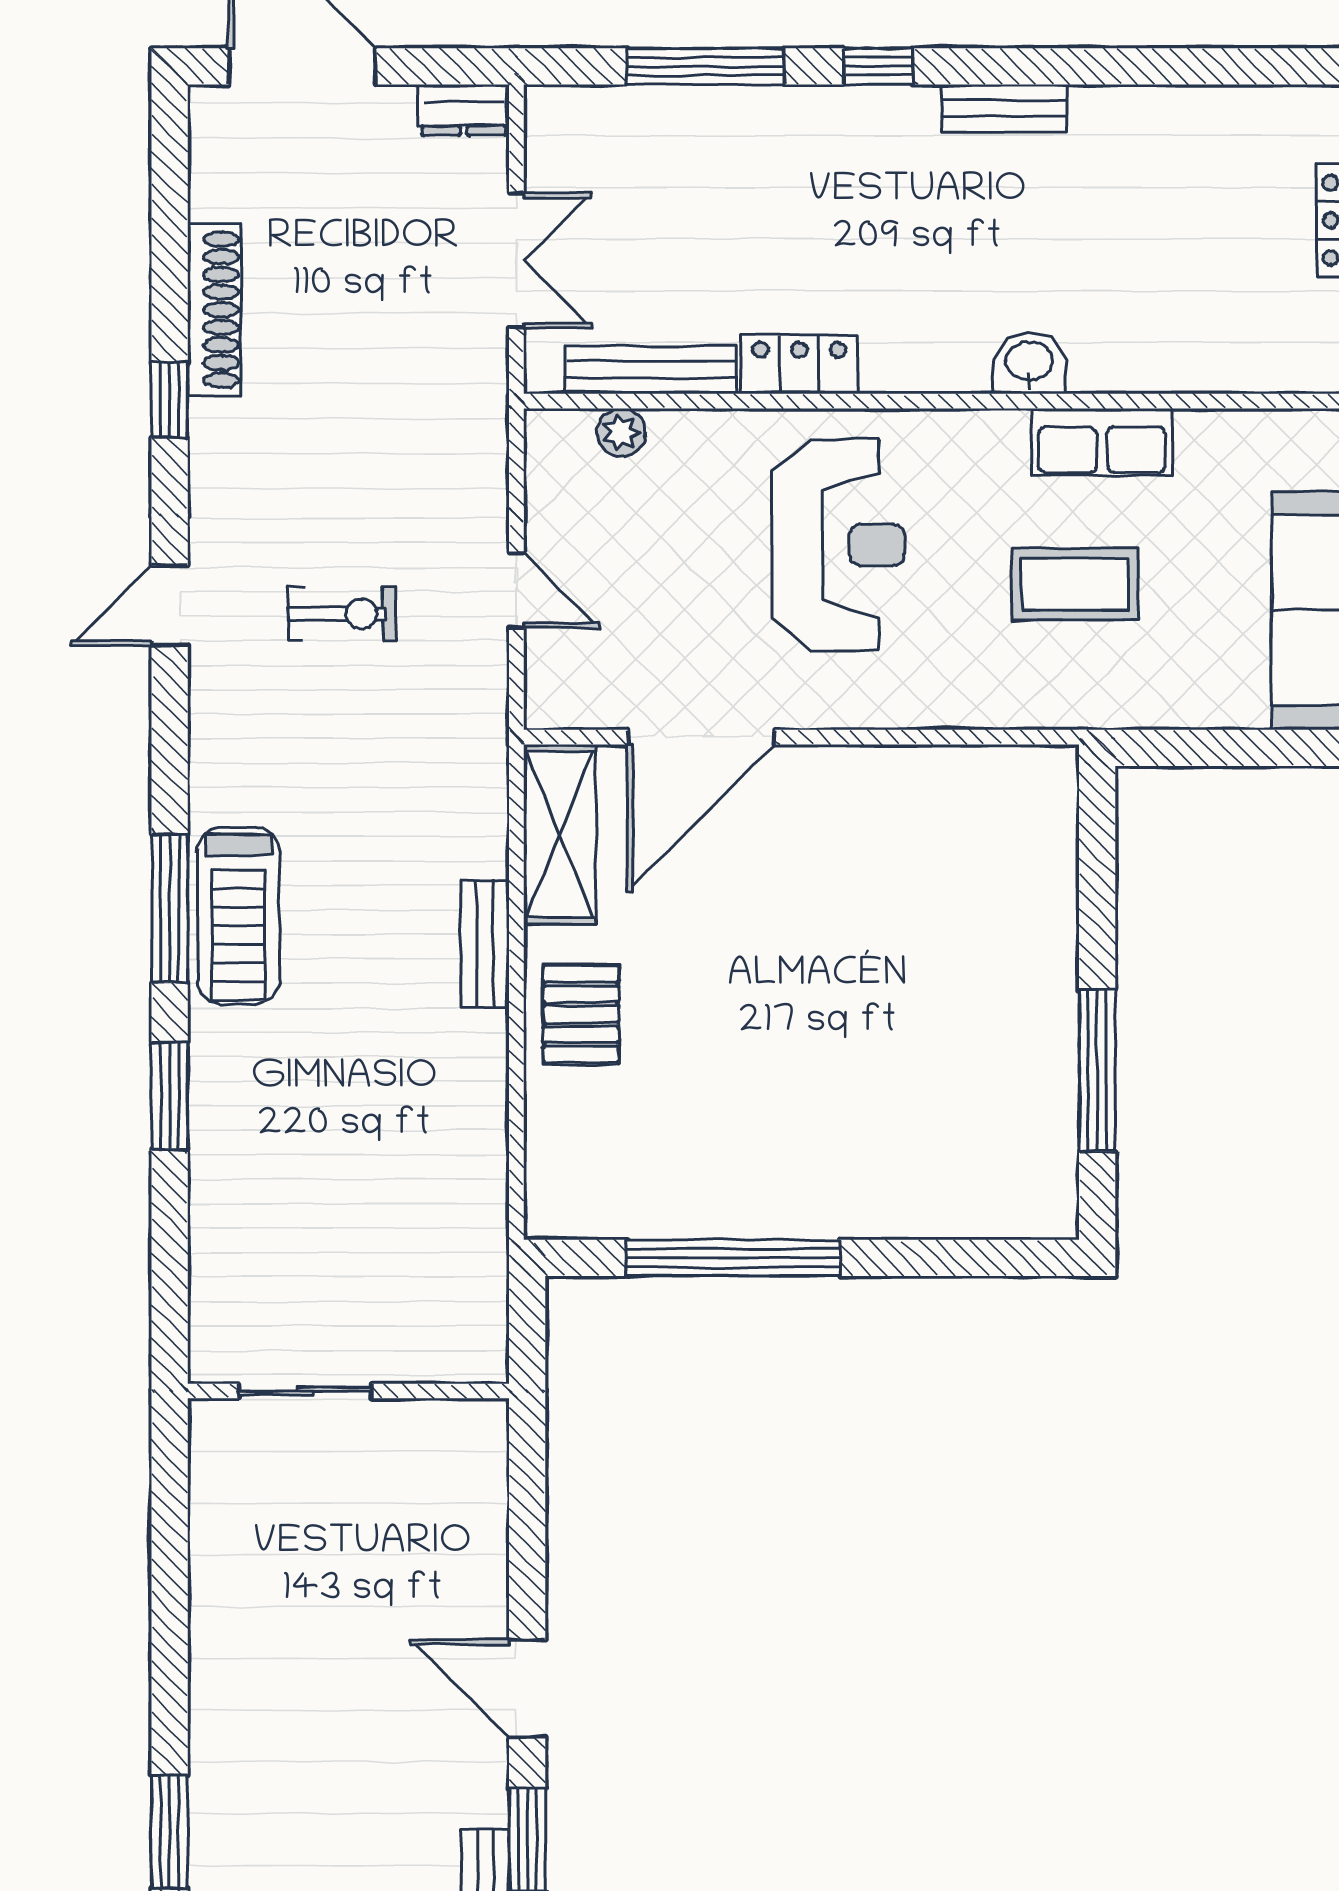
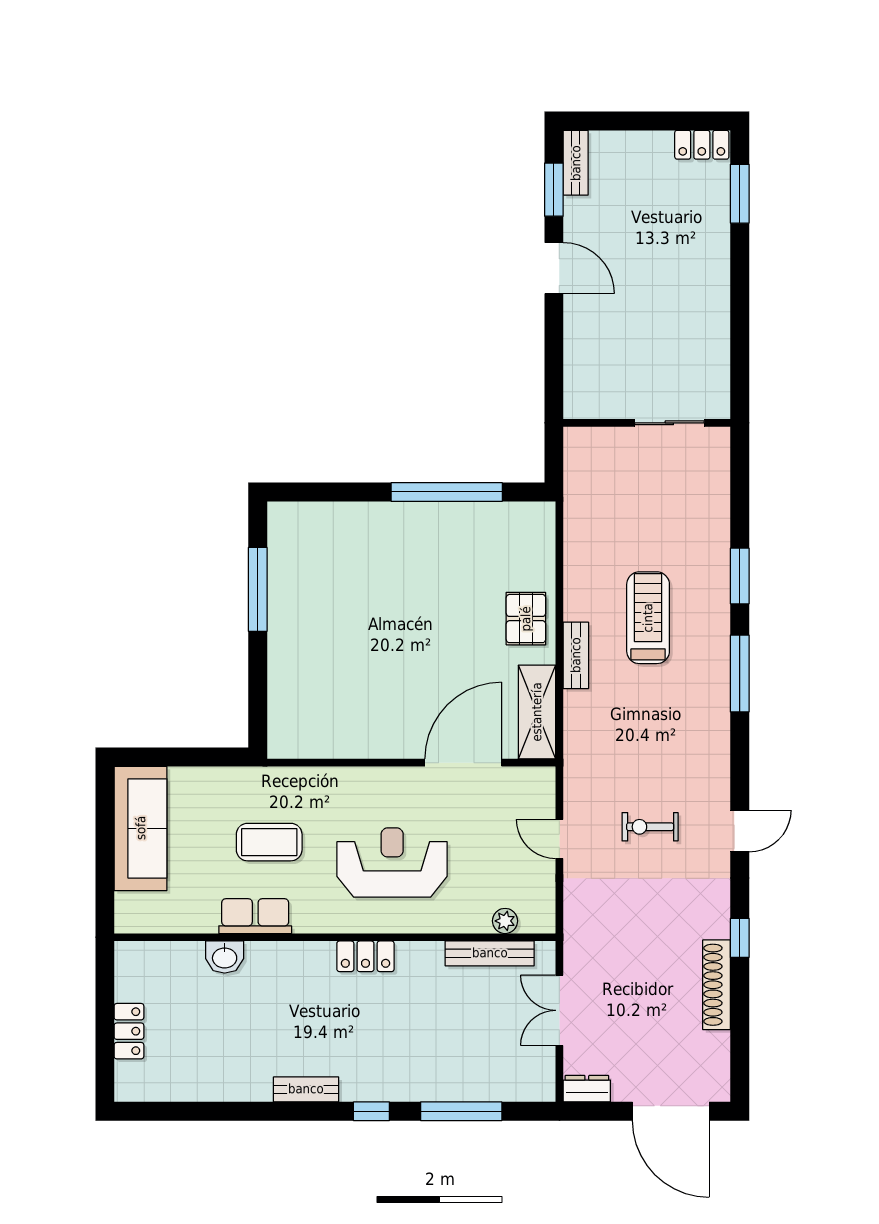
washbasin: (1029, 363) -> (225, 957), moved
locker: (799, 364) -> (365, 956), moved
reception desk: (838, 545) -> (392, 863), turned 90
treadmill: (238, 915) -> (648, 618), moved

